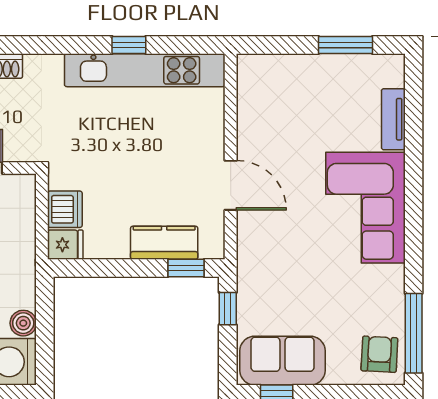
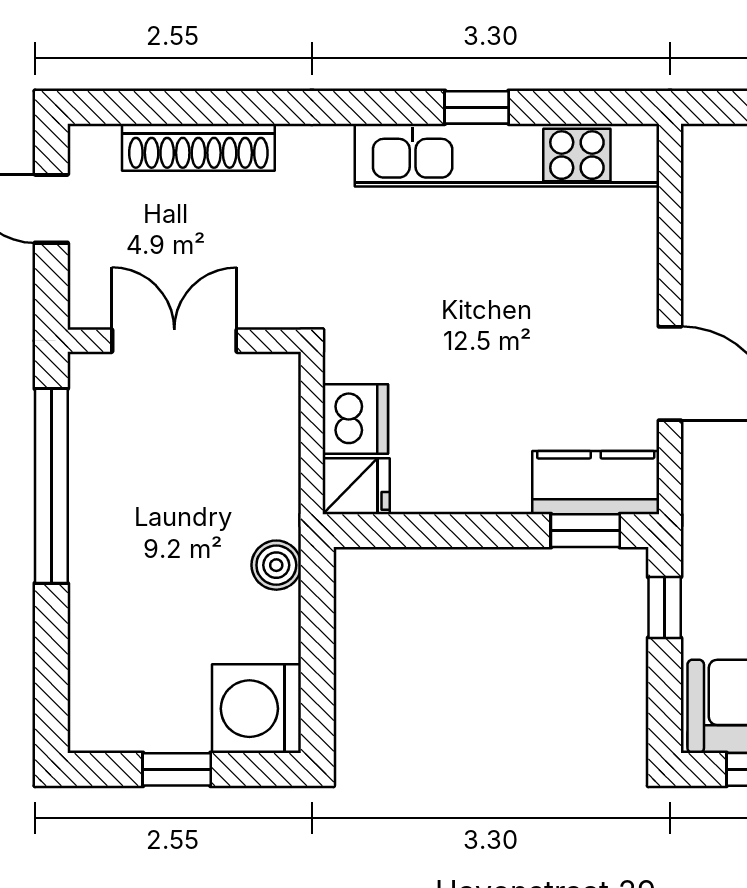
kitchen counter: (164, 243) -> (596, 483), moved
boiler: (23, 323) -> (276, 565), moved

